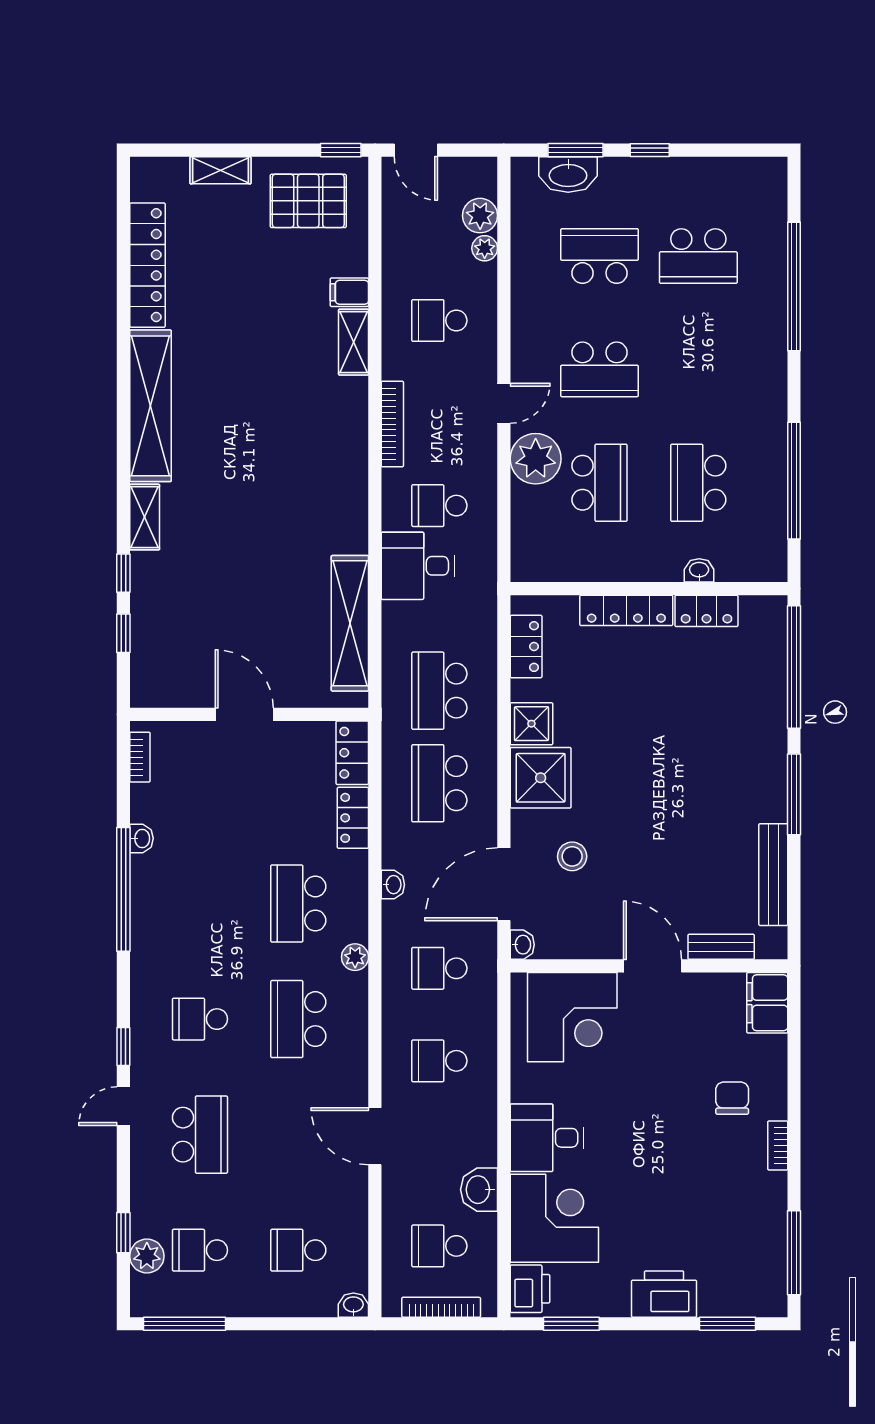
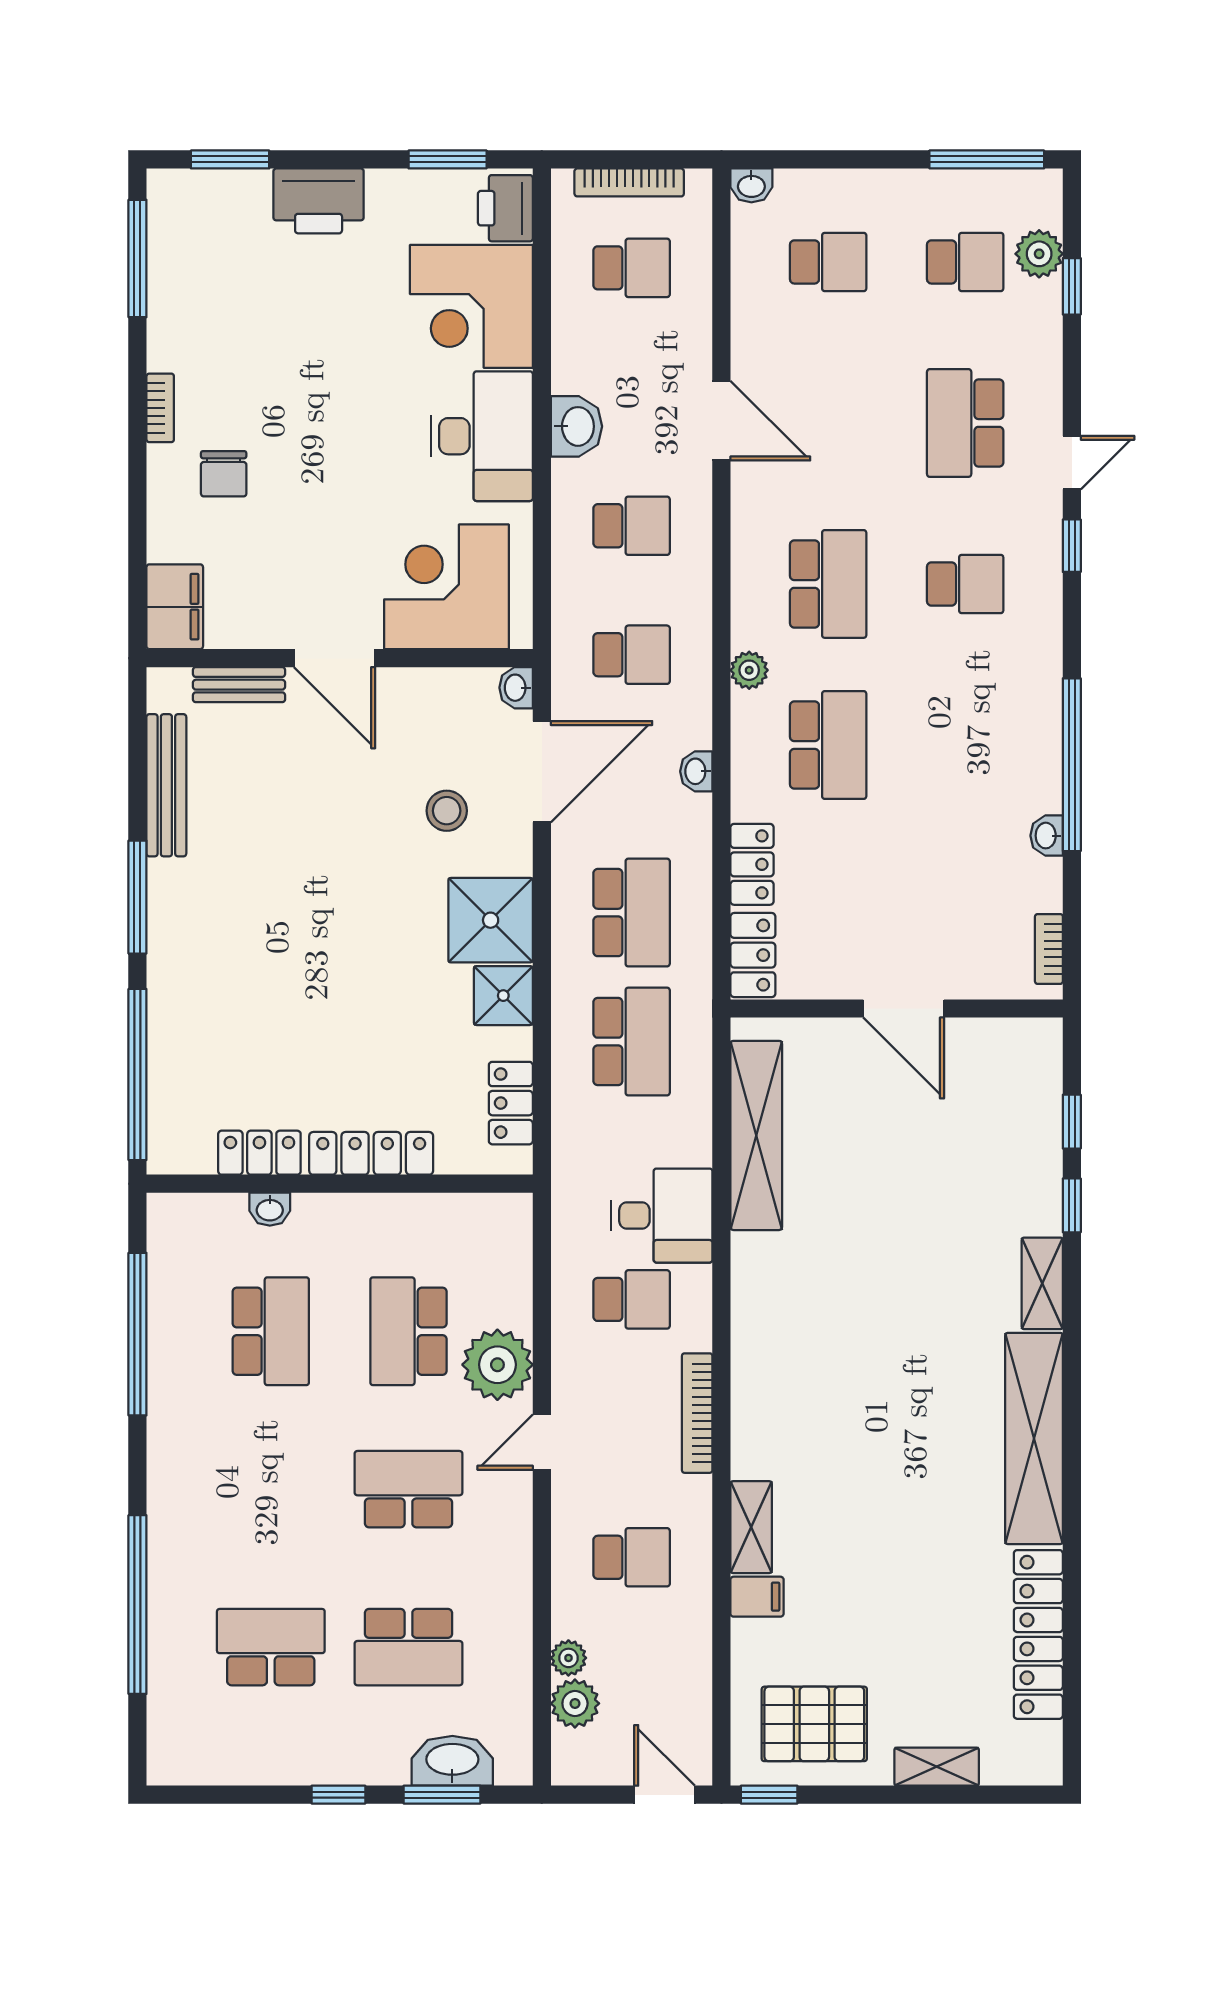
desk: (547, 1138) -> (482, 436), width x1.37
washbasin: (479, 1190) -> (576, 426), moved

